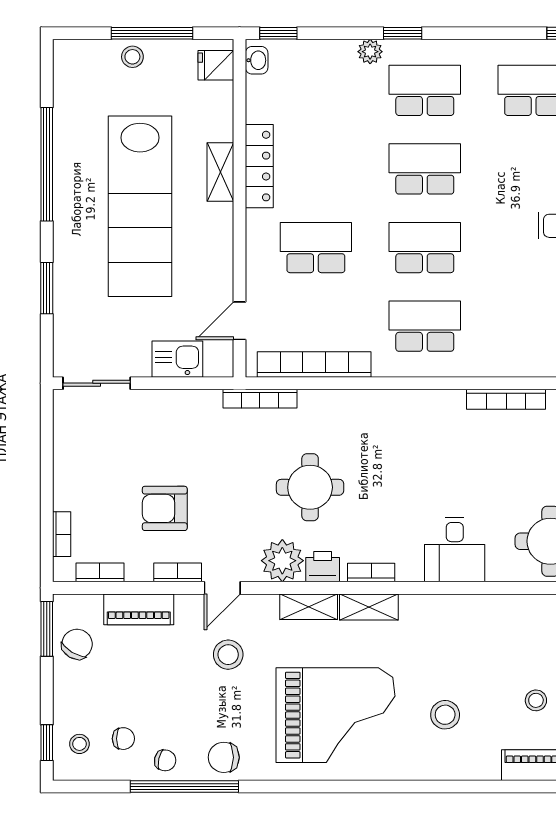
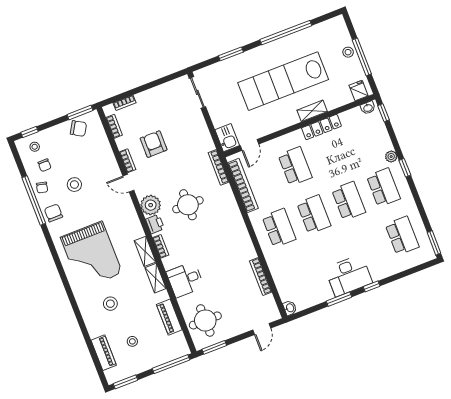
door: (239, 321) -> (250, 145), swing flipped
kitchen sink: (177, 359) -> (227, 138), moved
shelving: (309, 607) -> (156, 278), moved
piano: (139, 609) -> (169, 317), moved
stool: (228, 655) -> (74, 185), moved

